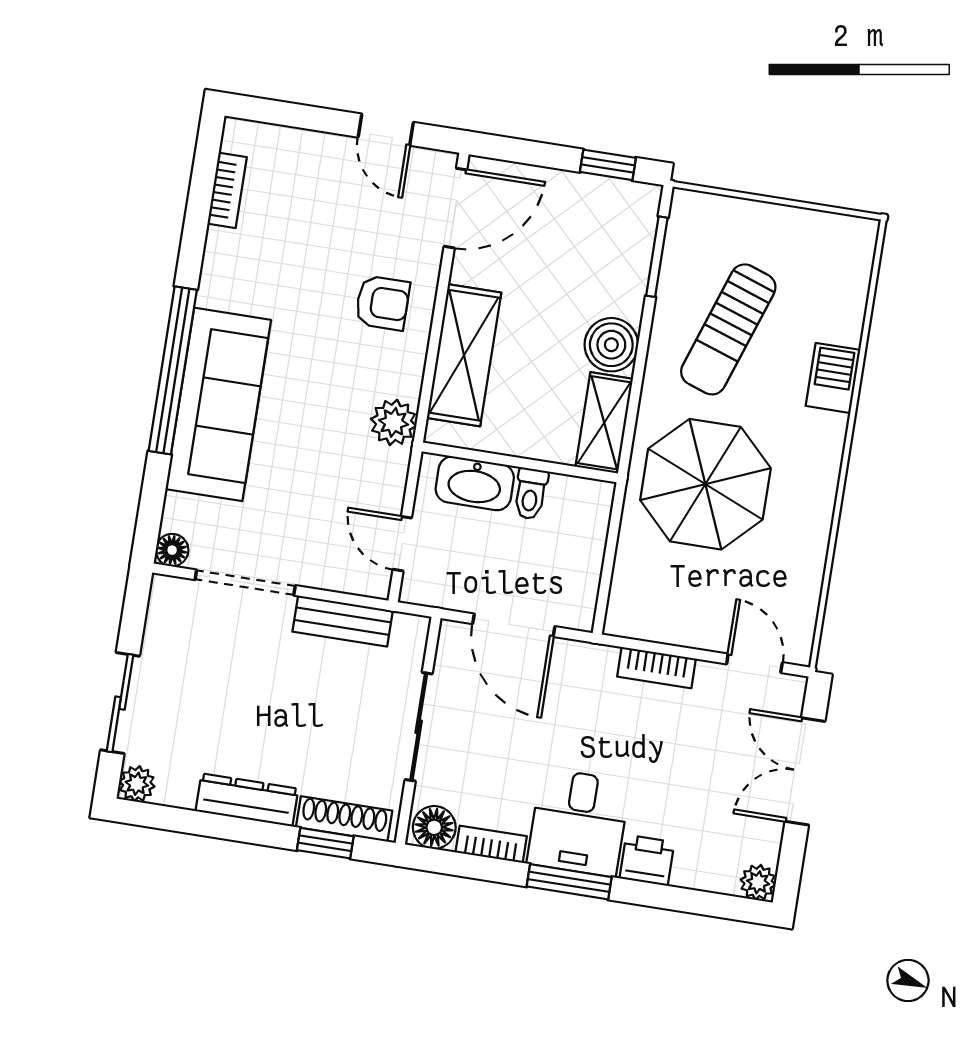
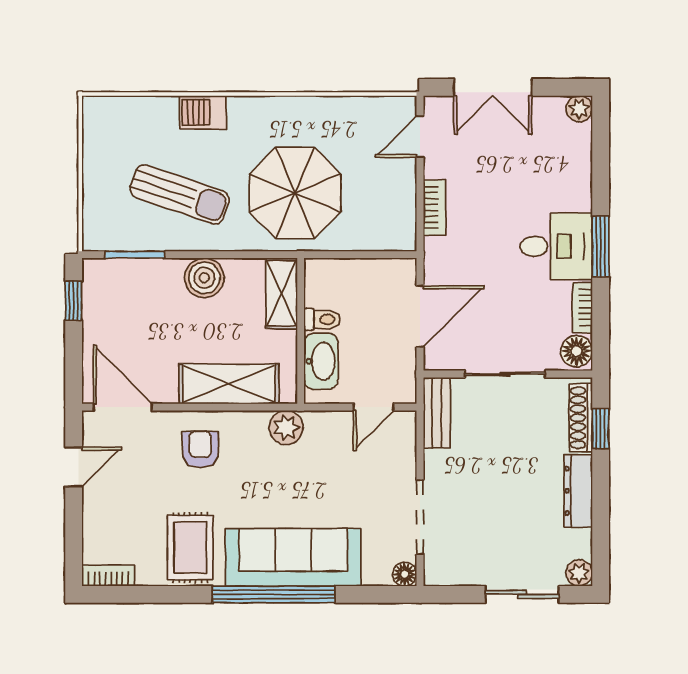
bookcase: (227, 190) -> (108, 576), moved
rug: (253, 269) -> (190, 548), added
shelving: (604, 423) -> (281, 293), moved, turned 90
bench: (343, 621) -> (437, 413), moved
printer: (647, 860) -> (576, 192), removed

